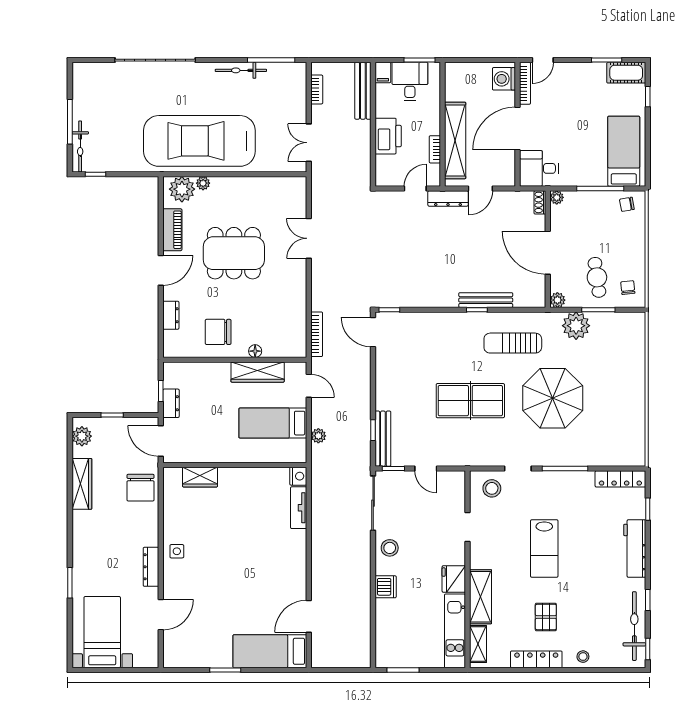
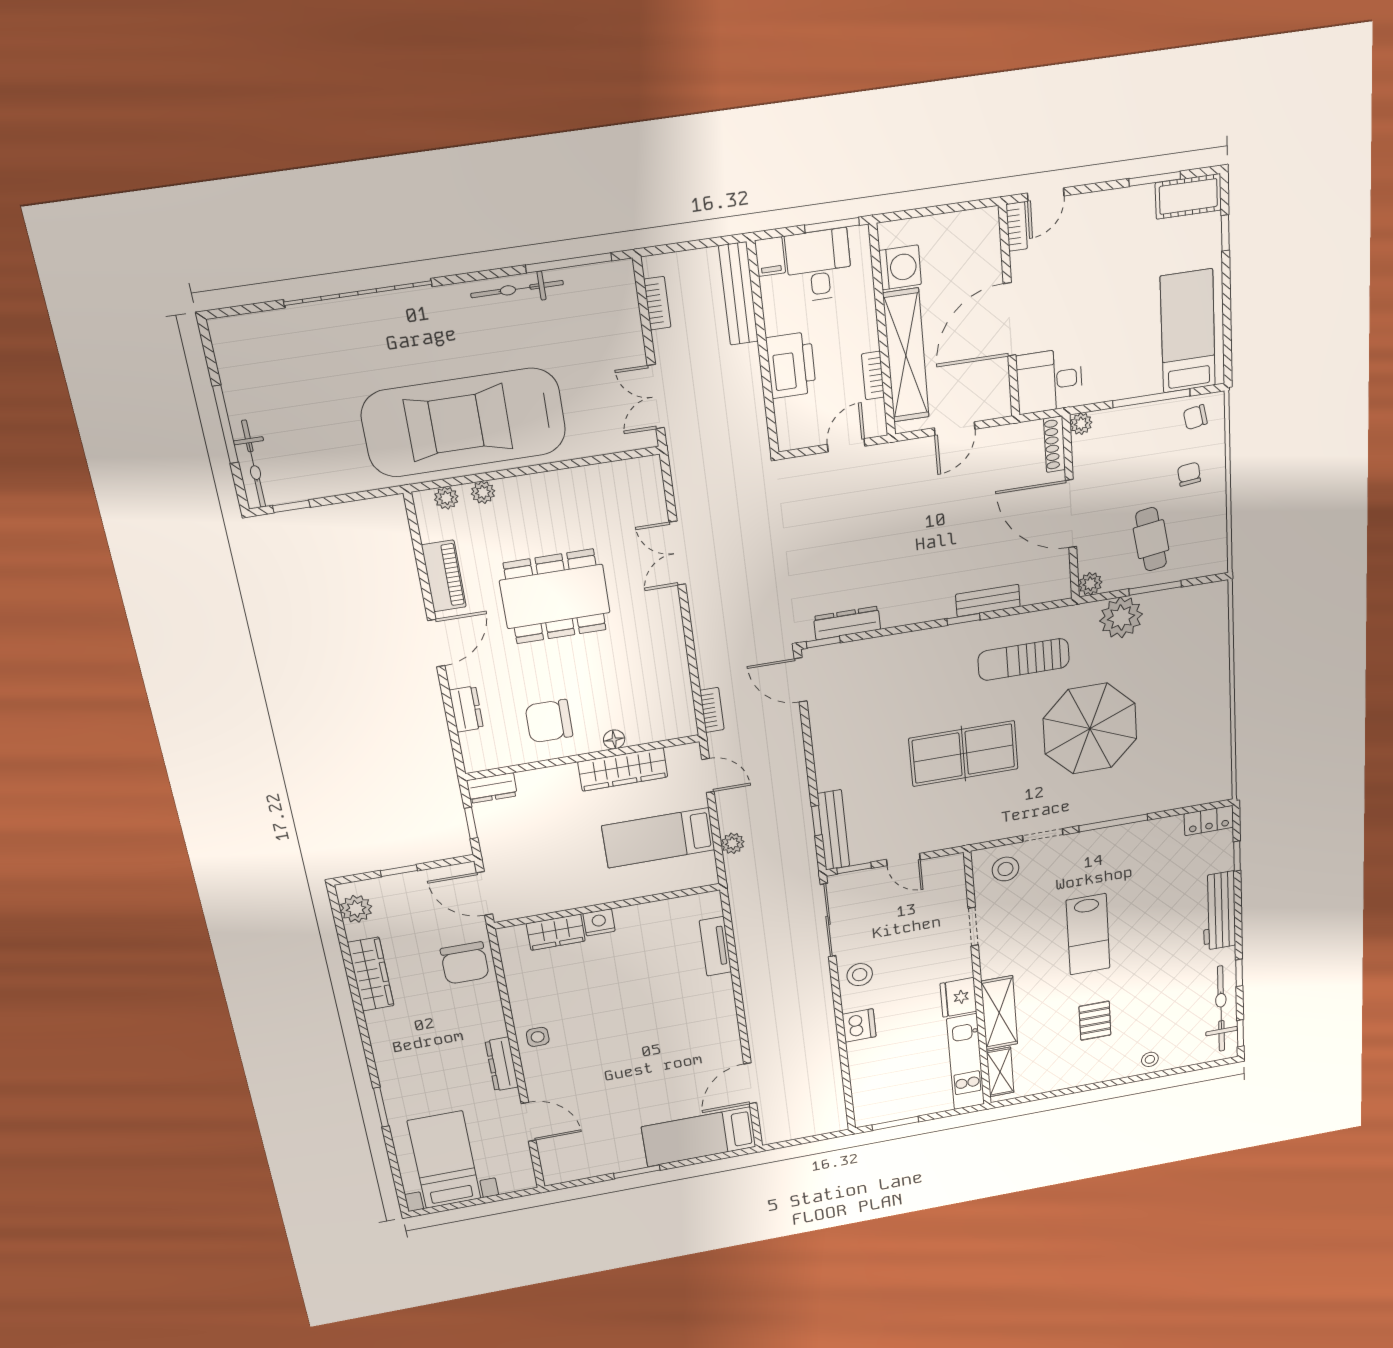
washing machine: (504, 79) -> (900, 267), moved, turned 180
bookcase: (525, 83) -> (1017, 227), width x0.64
plant: (182, 189) -> (446, 498), width x0.53, depth x0.53
dresser: (448, 198) -> (847, 623), moved, turned 180
shoe rack: (540, 202) -> (1054, 444), width x1.43
chair: (628, 288) -> (1189, 474), moved
bench: (486, 300) -> (988, 601), width x0.73
bookcase: (317, 334) -> (712, 710), width x0.64
dresser: (171, 403) -> (492, 788), moved, turned 90
nightstand: (298, 476) -> (599, 922), moved, turned -90
locker: (620, 479) -> (1209, 820), width x0.66
door: (161, 615) -> (529, 1122), hinge flipped
locker: (536, 659) -> (1084, 1075), removed

